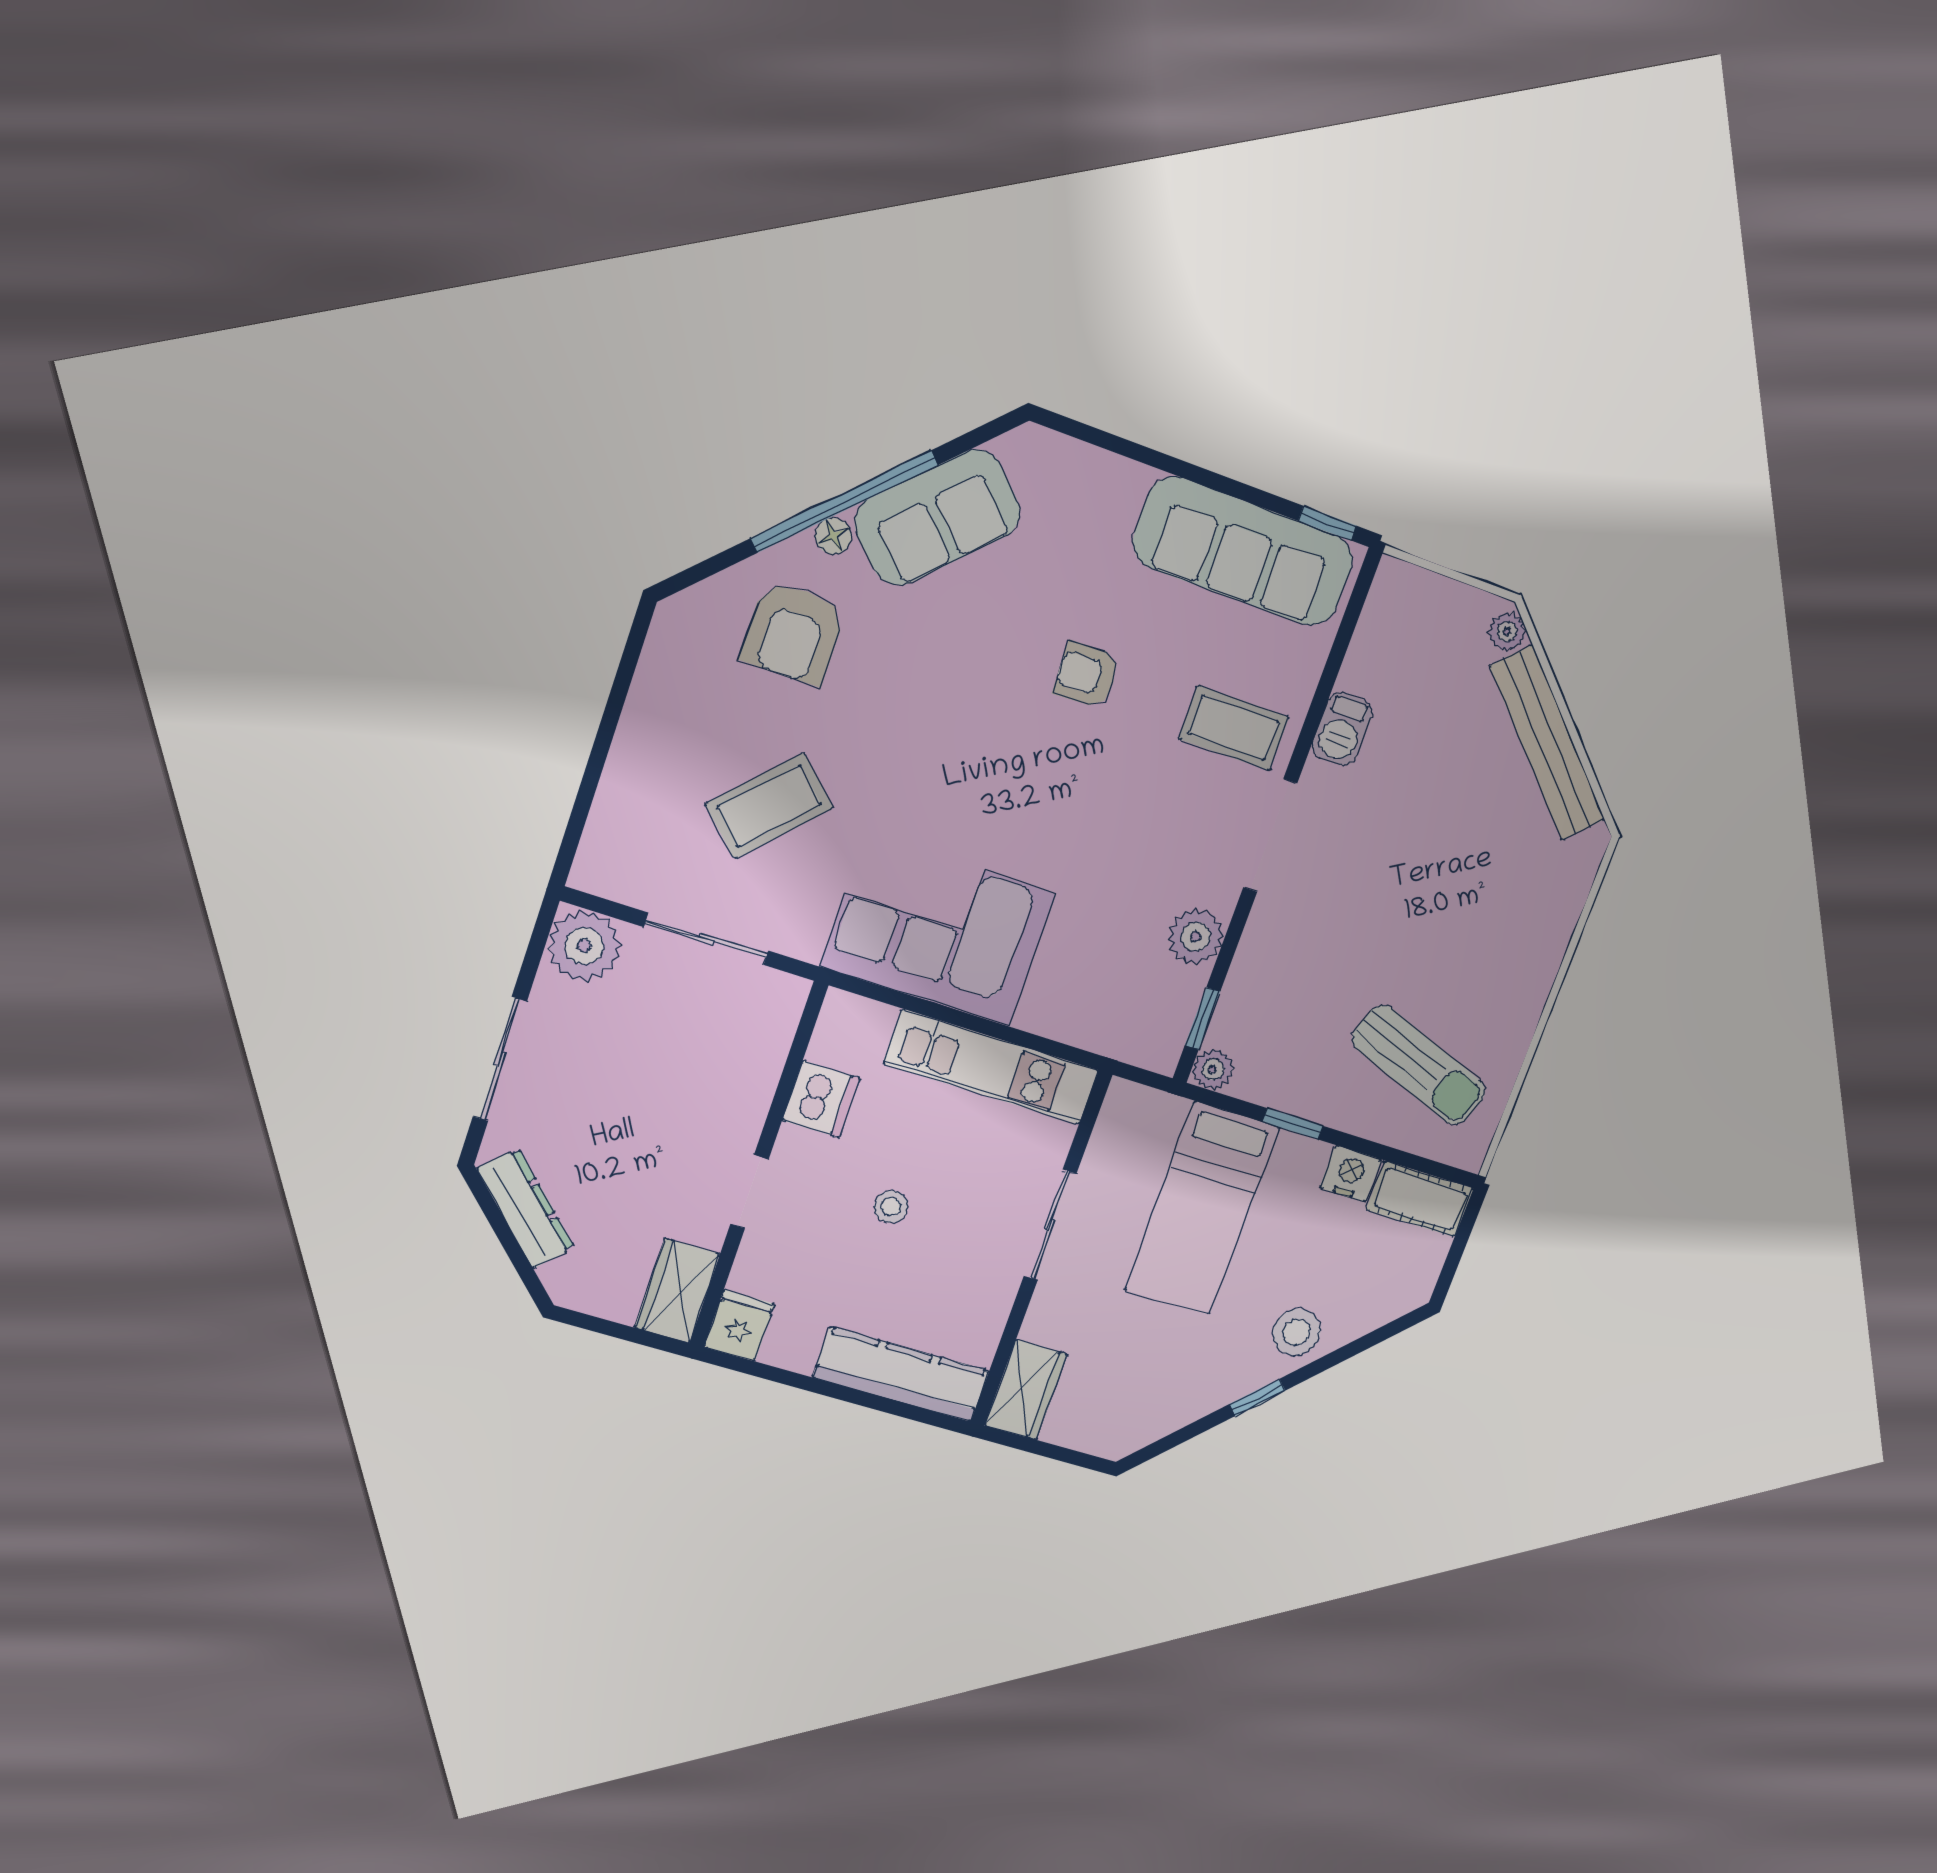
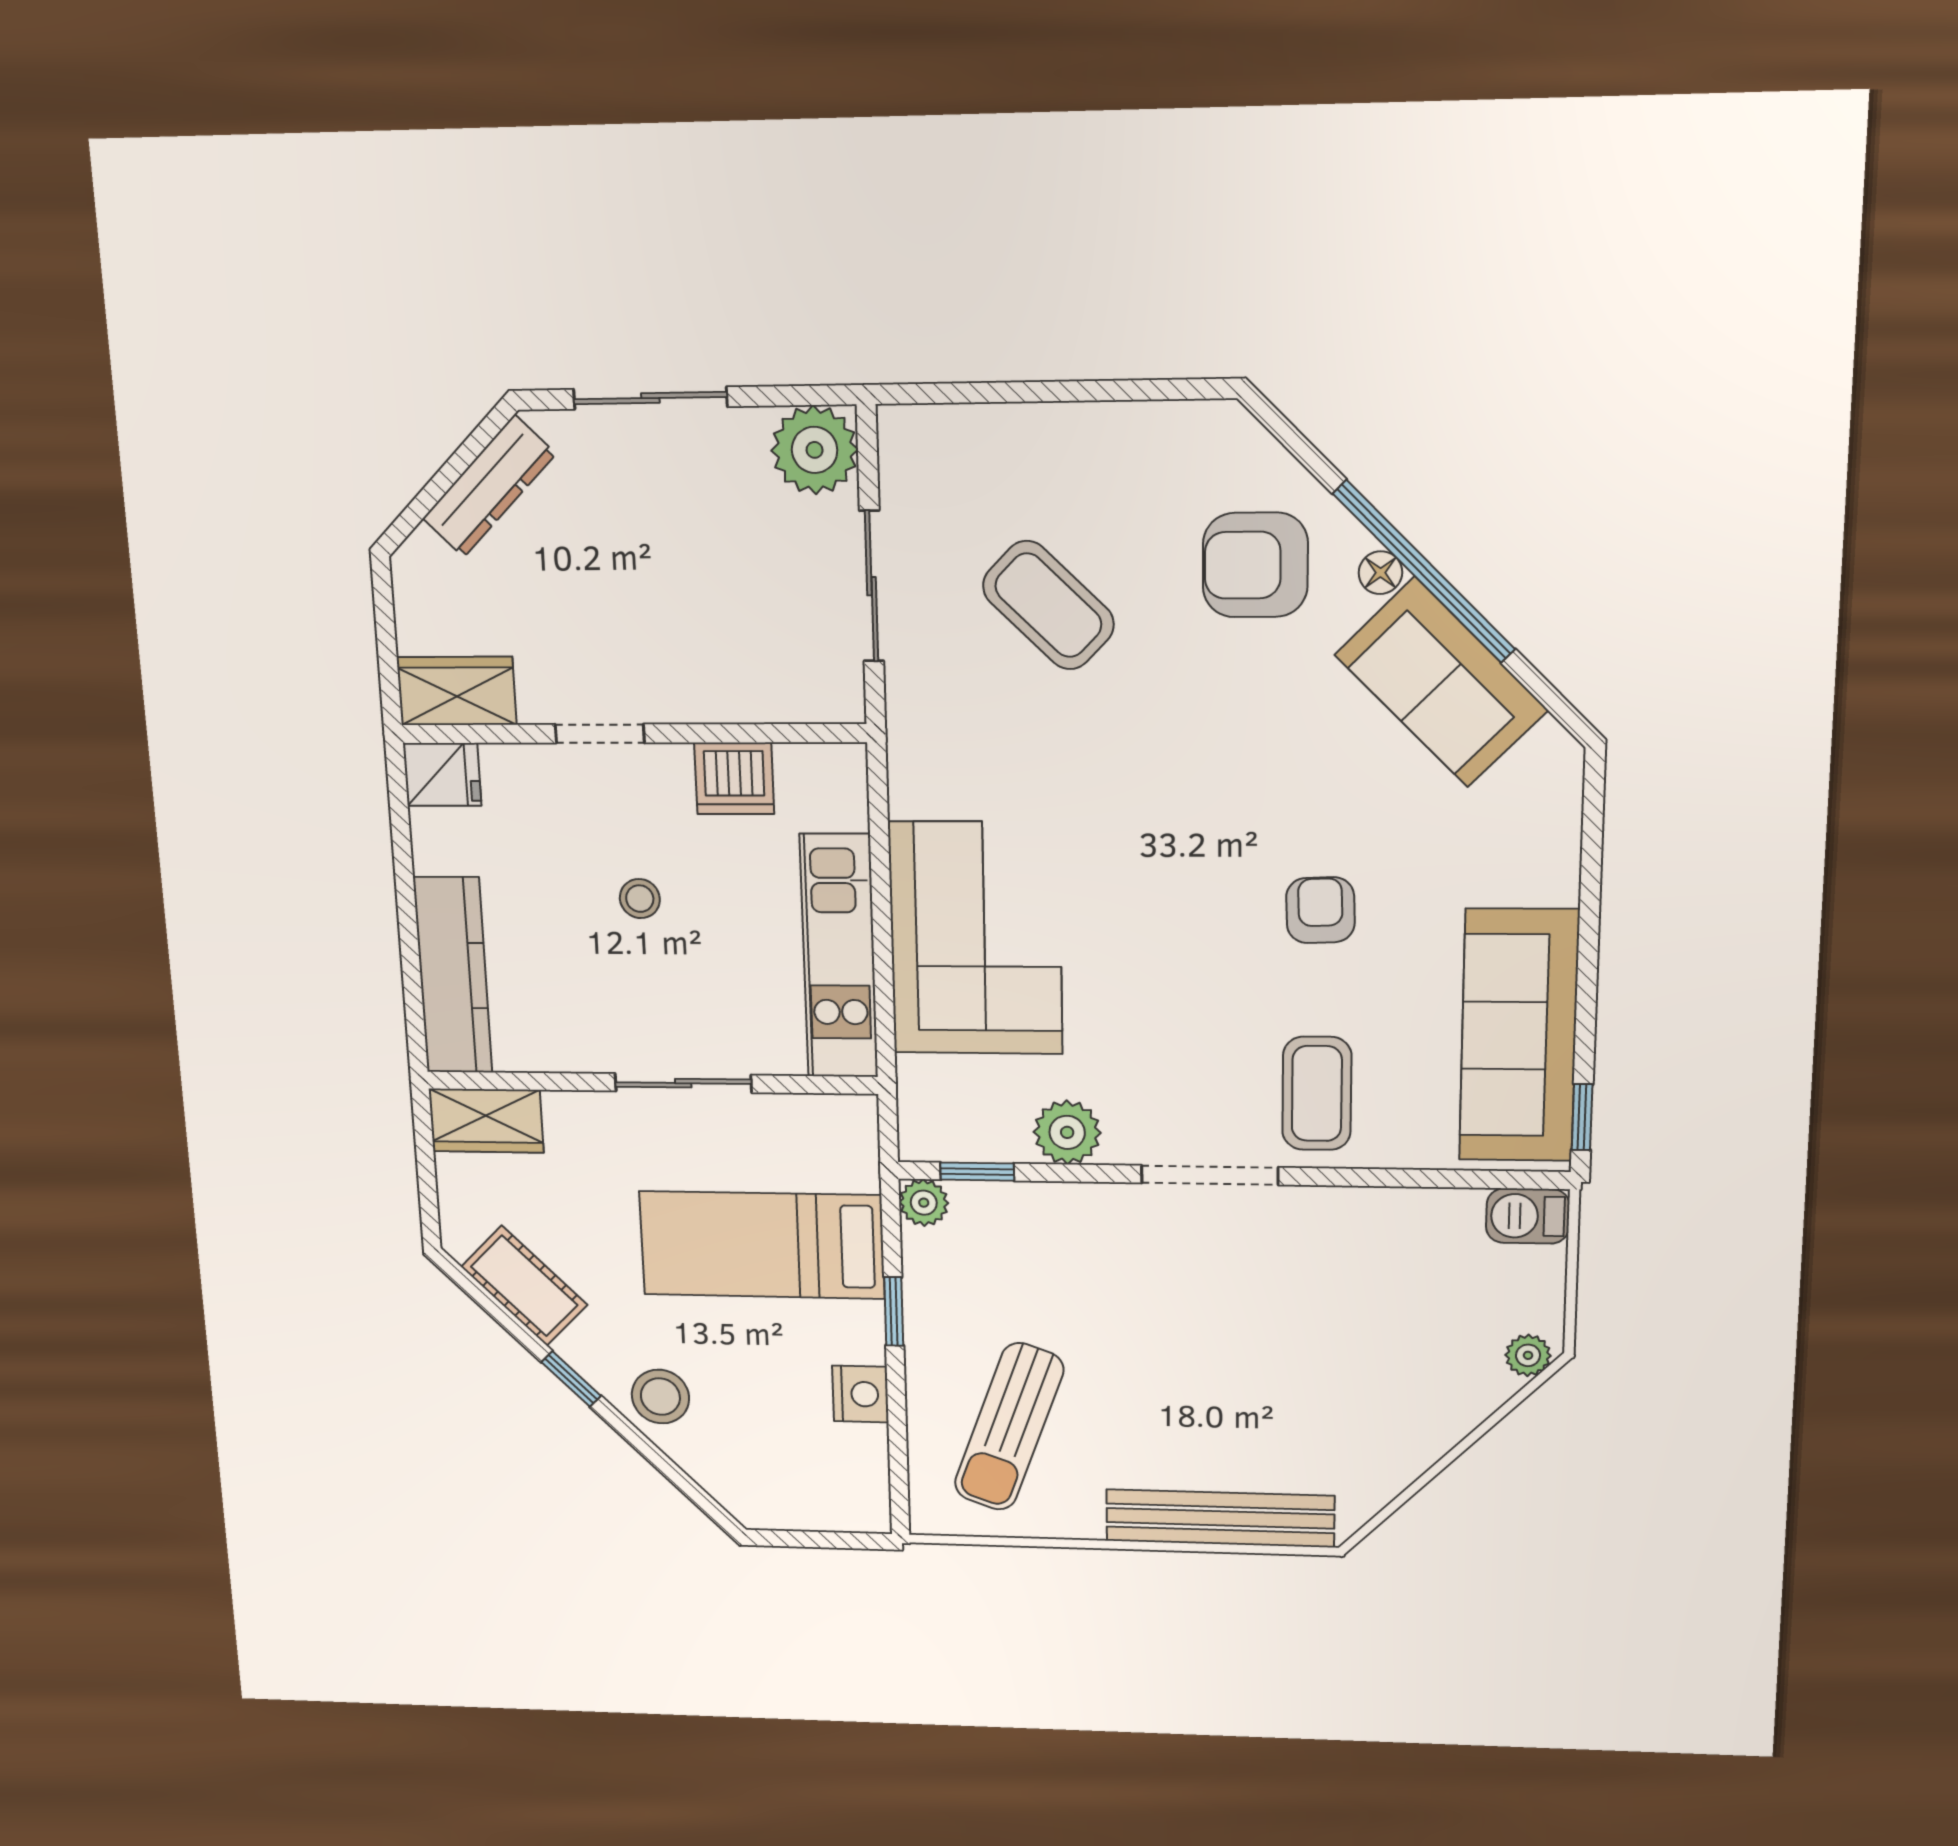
barbecue: (1342, 729) -> (1528, 1216), moved
bench: (1547, 743) -> (1220, 1518), moved, turned 45
corner sofa: (938, 930) -> (976, 938), moved
cot: (1420, 1199) -> (524, 1286), moved, turned -45

